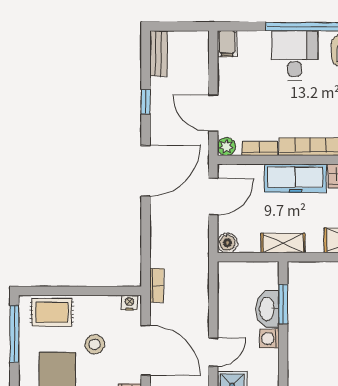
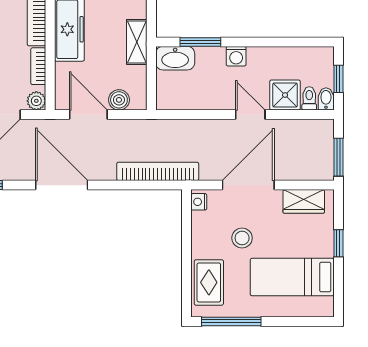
boiler: (227, 243) -> (119, 100), moved
bookcase: (157, 285) -> (158, 171), width x2.31, depth x1.31
washbasin: (267, 309) -> (175, 58), moved

